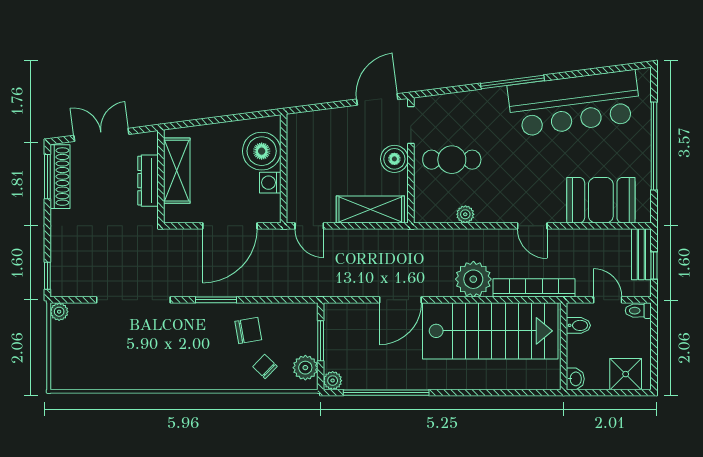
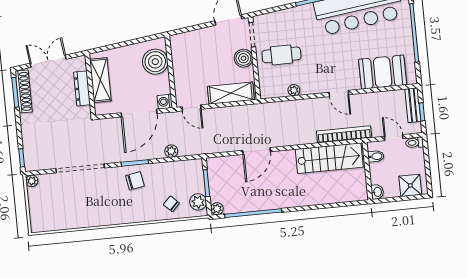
washing machine: (270, 183) -> (165, 102), moved
plant: (473, 279) -> (171, 151), moved, width x0.53, depth x0.53
chair: (248, 331) -> (135, 181), moved
stairs: (490, 331) -> (329, 158), width x0.73, depth x0.66

